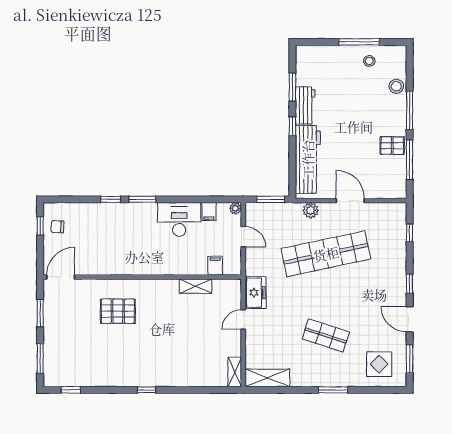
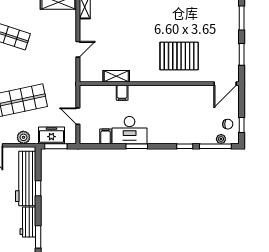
window: (292, 126) -> (38, 188), moved
window: (73, 199) -> (215, 146), added
window: (142, 199) -> (137, 146), moved
plant: (235, 208) -> (221, 139), moved
filing cabinet: (215, 266) -> (122, 93), moved
freezer: (255, 293) -> (51, 135), moved, turned 90
pallet: (118, 311) -> (179, 56), width x1.37, depth x1.41

